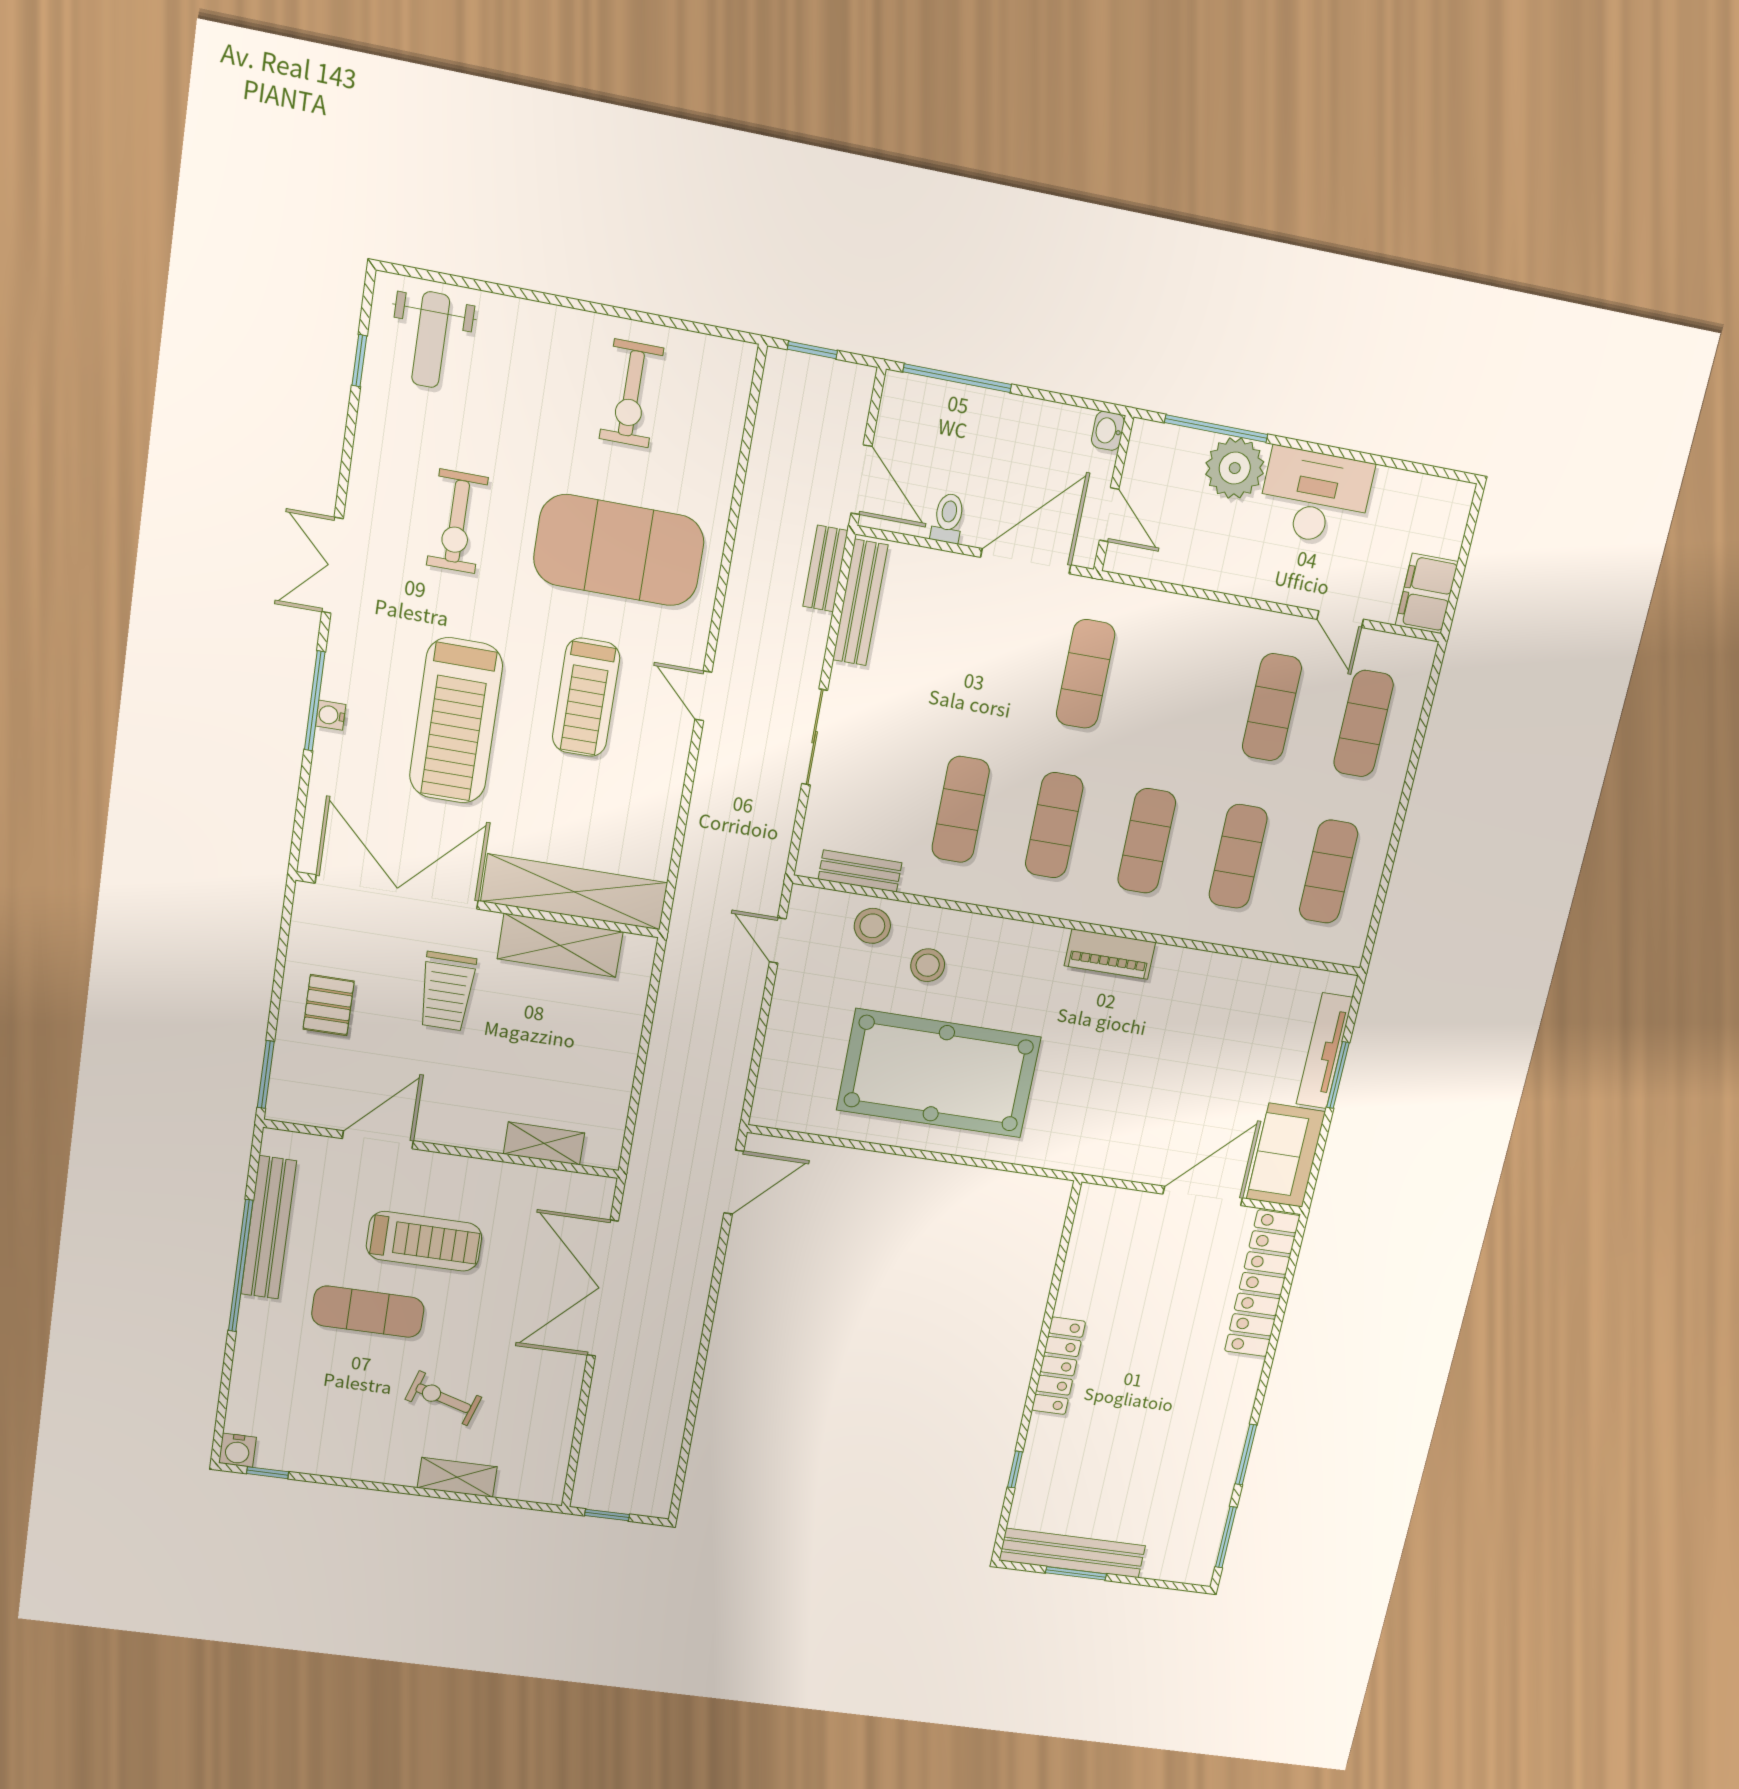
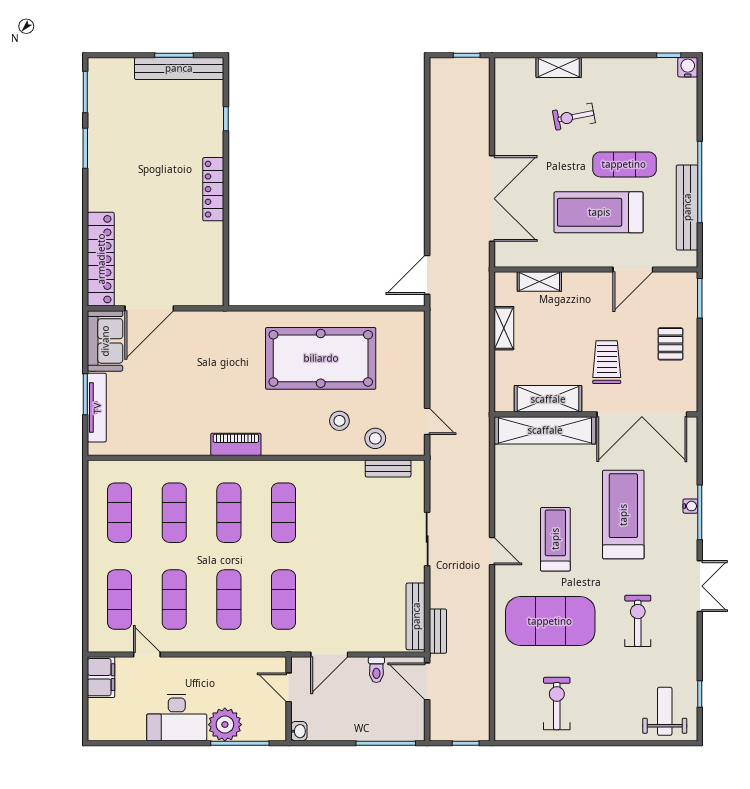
door: (1026, 561) -> (329, 655), width x0.73
exercise mat: (961, 809) -> (229, 600), moved
shelving: (618, 1076) -> (504, 328), added
treadmill: (424, 1241) -> (599, 212), width x1.37, depth x1.38
exercise bike: (443, 1398) -> (574, 117), turned 152

